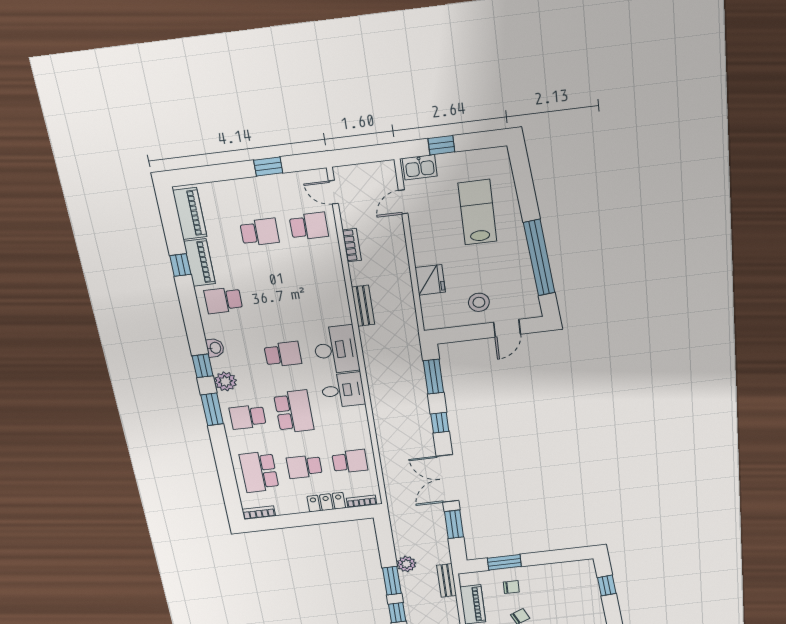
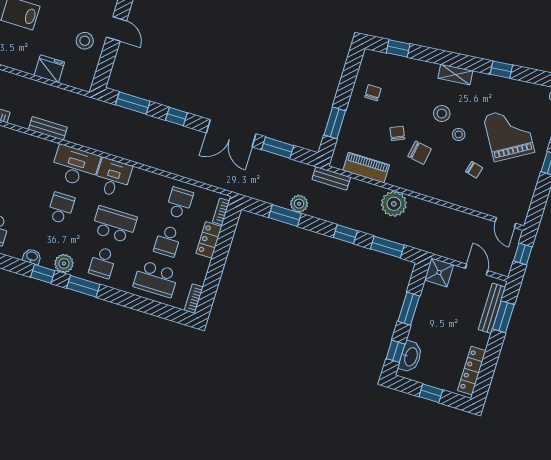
window: (392, 581) -> (285, 216), moved
chair: (511, 587) -> (373, 93), moved

